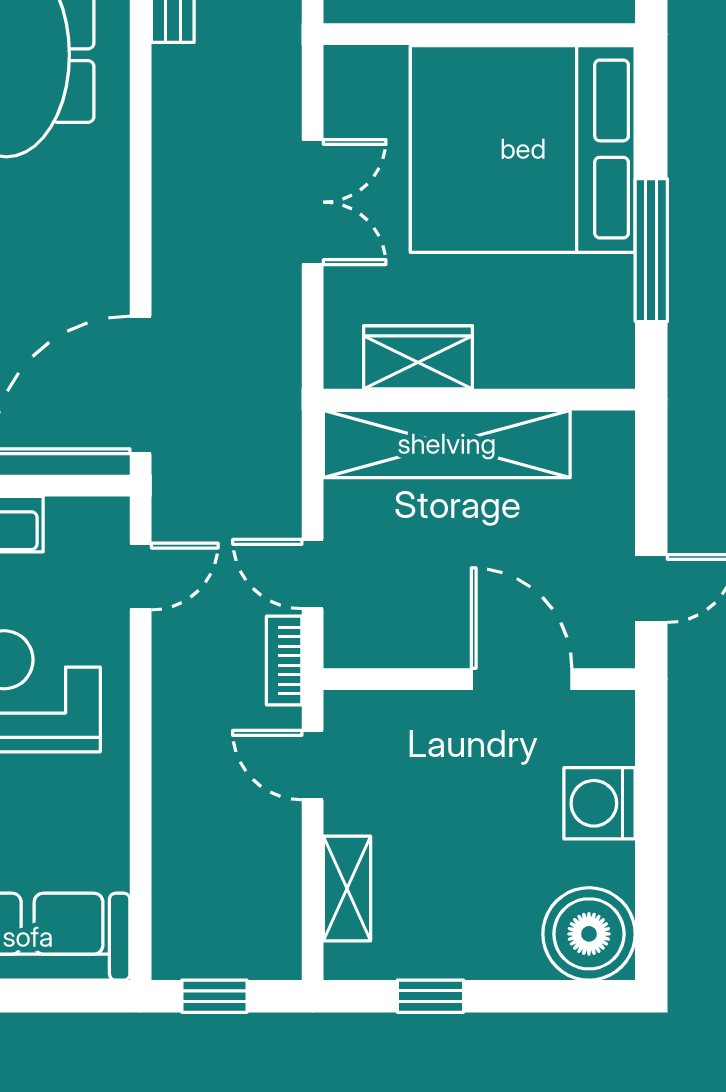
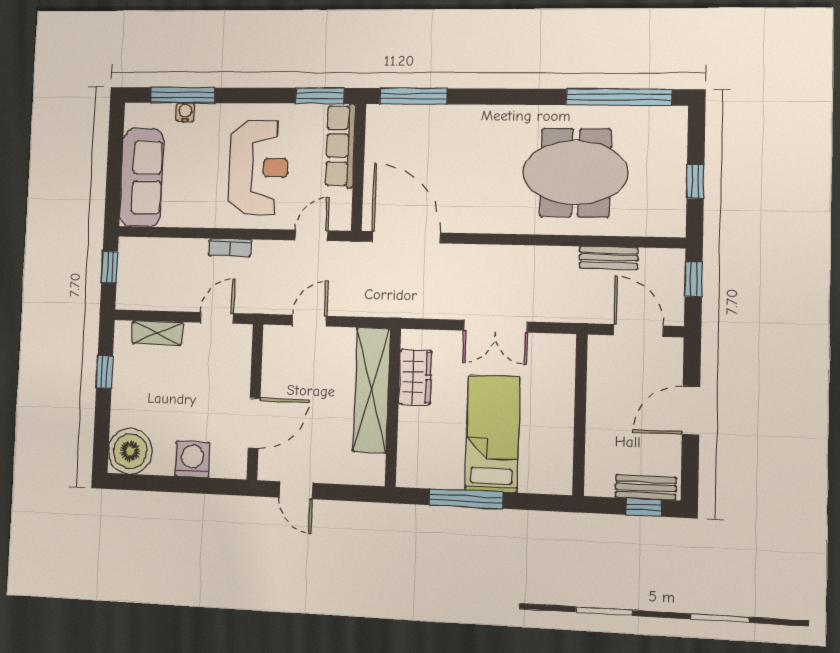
bed: (523, 149) -> (493, 434), width x0.49
door: (141, 577) -> (311, 235), swing flipped
bookcase: (284, 661) -> (230, 248), moved, turned 180

